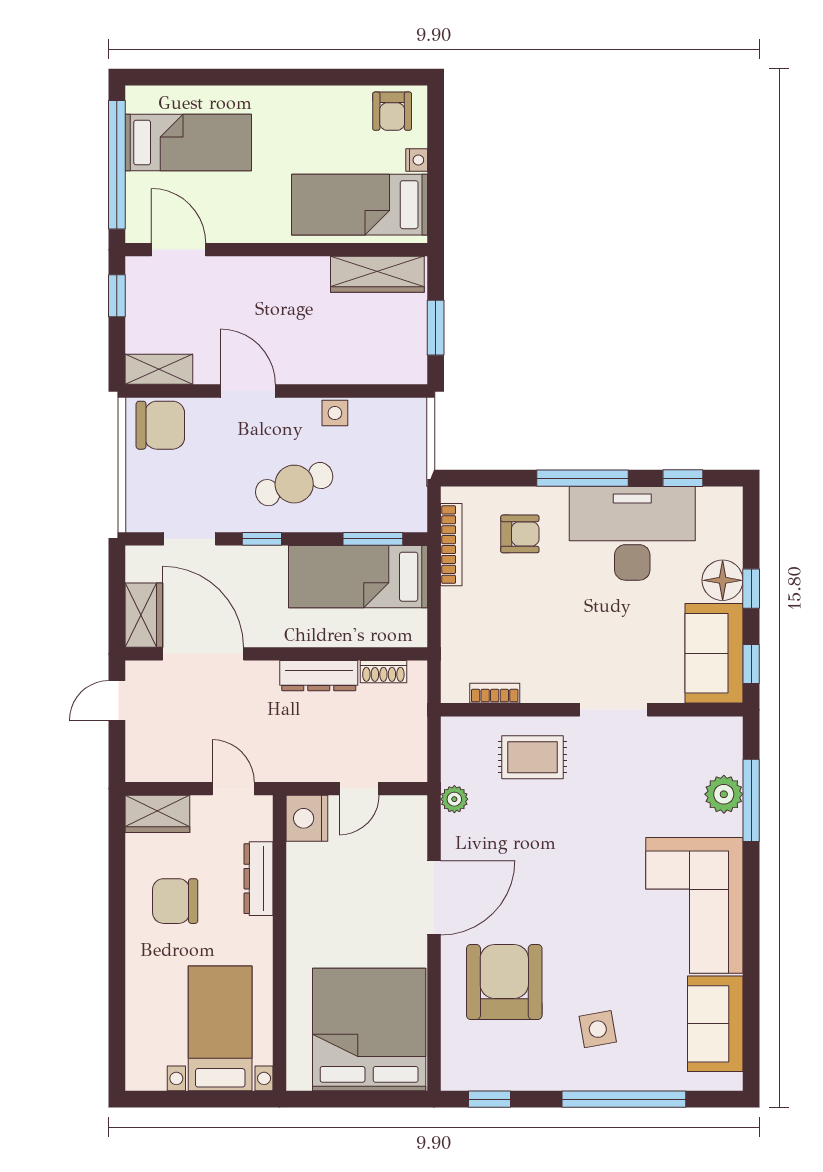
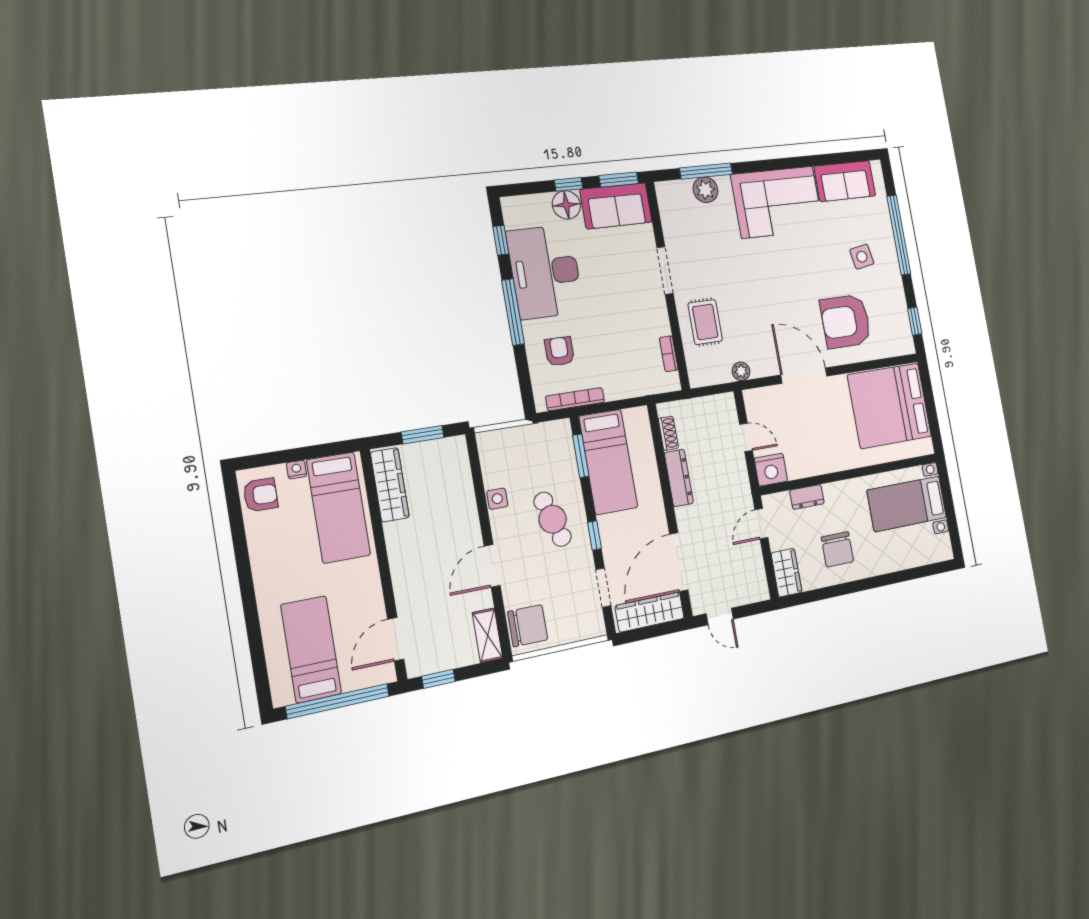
chair: (160, 425) -> (528, 626), turned 90
wardrobe: (144, 615) -> (650, 612), width x1.50
window: (751, 664) -> (619, 180), width x1.50
dresser: (259, 879) -> (807, 497), width x0.70

